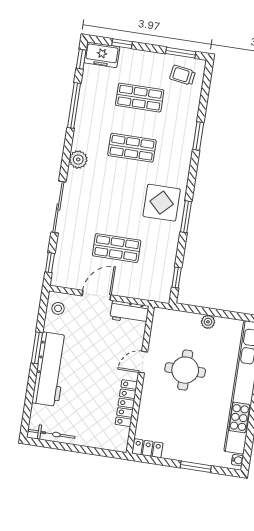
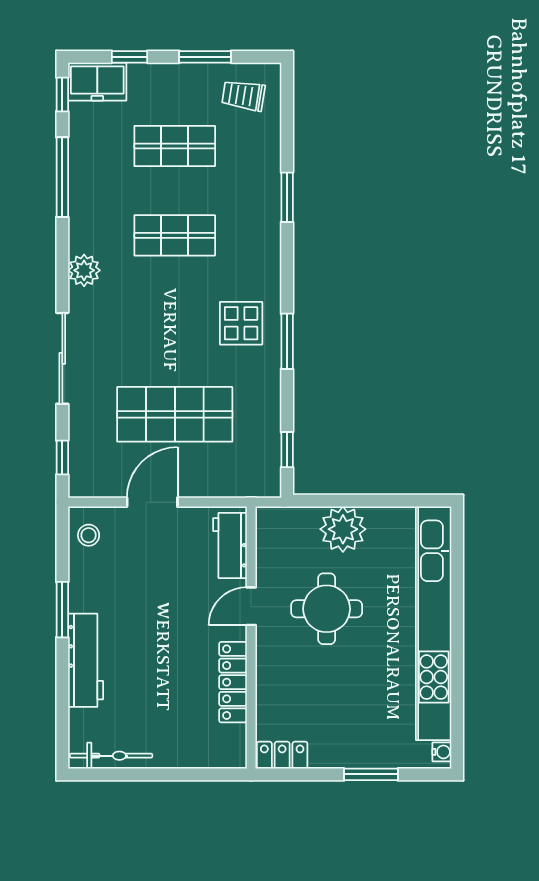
window: (181, 53) -> (205, 57), moved
display table: (162, 203) -> (241, 323), width x0.73, depth x0.73
shop shelf: (117, 248) -> (175, 414), width x1.43, depth x1.36
workbench: (129, 312) -> (230, 545), moved, turned 90
plant: (208, 322) -> (343, 529), width x1.87, depth x1.87
workbench: (50, 369) -> (86, 660), width x0.73, depth x0.76

